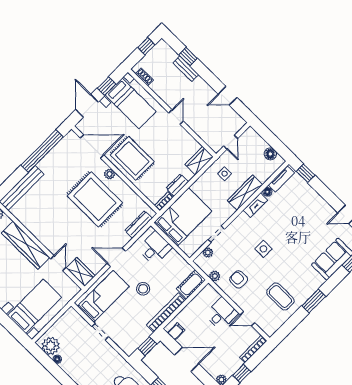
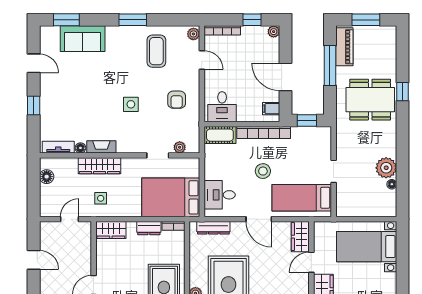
window: (306, 173) -> (34, 106), moved
plant: (215, 276) -> (193, 34), moved
desk: (221, 314) -> (222, 107), moved, turned -90
plant: (51, 346) -> (386, 168), moved

